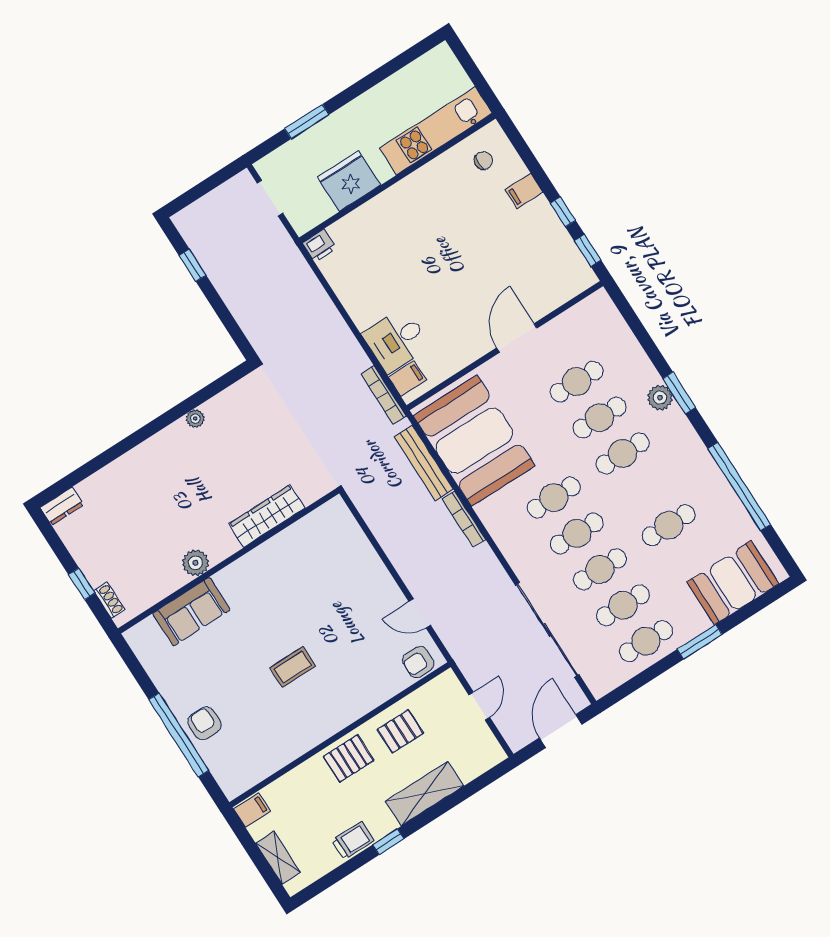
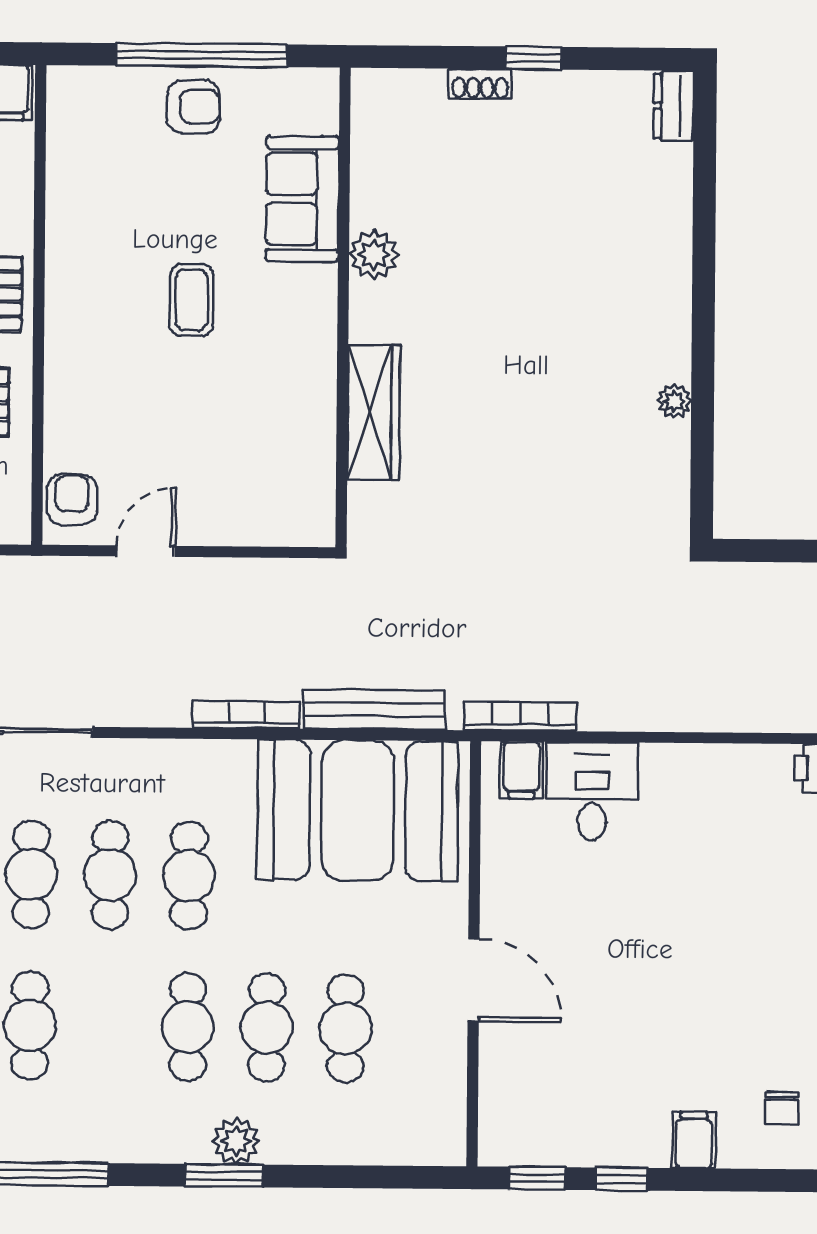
wardrobe: (267, 516) -> (374, 412), moved
wall: (228, 561) -> (343, 308), moved
plant: (195, 563) -> (374, 255), moved
sofa: (191, 612) -> (302, 199), moved

